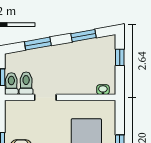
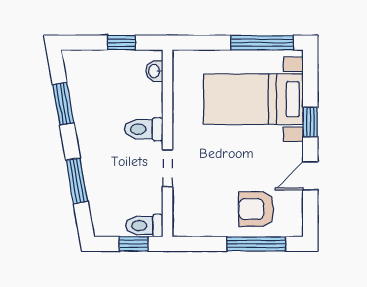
window: (120, 57) -> (121, 43), moved
toilet: (26, 83) -> (144, 129), moved

